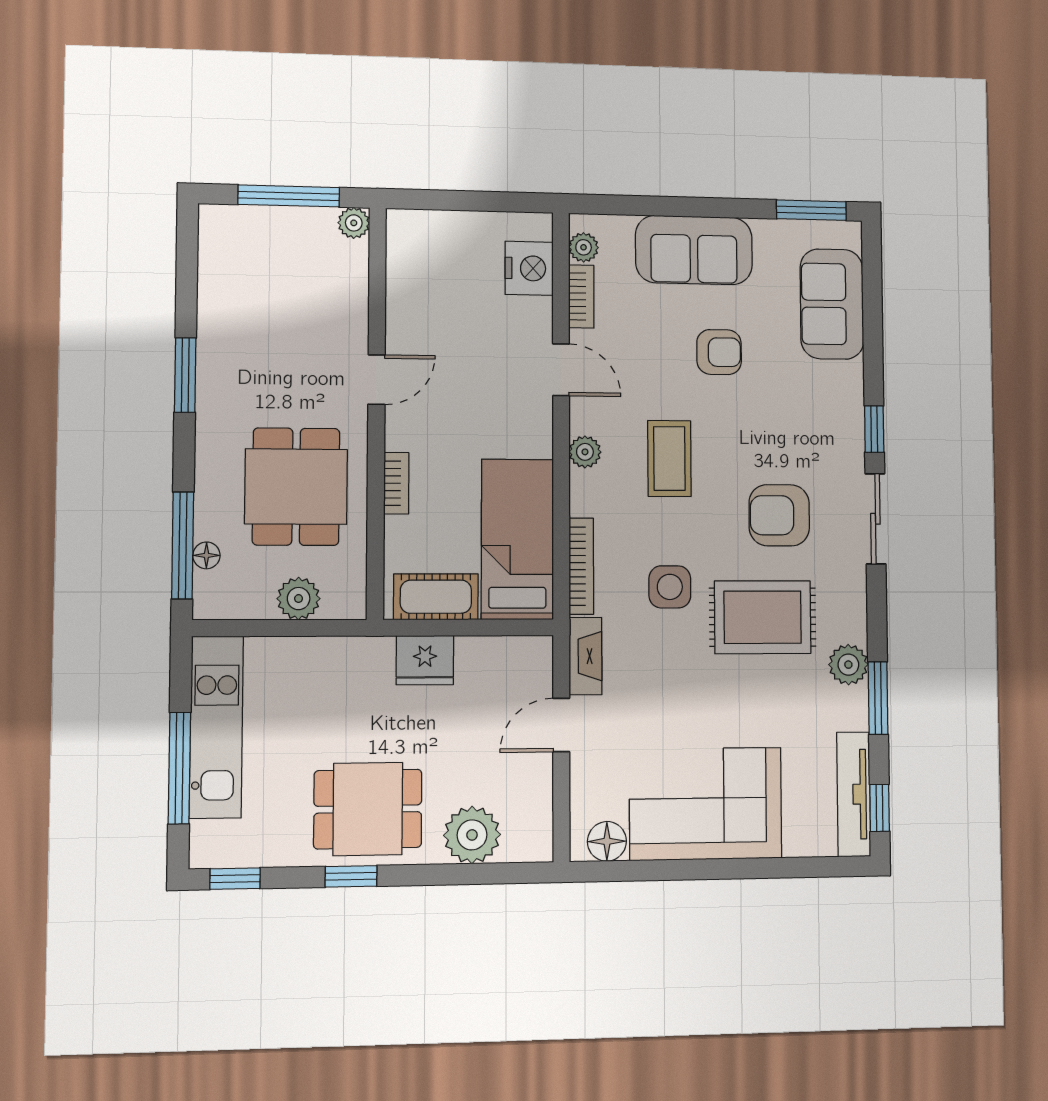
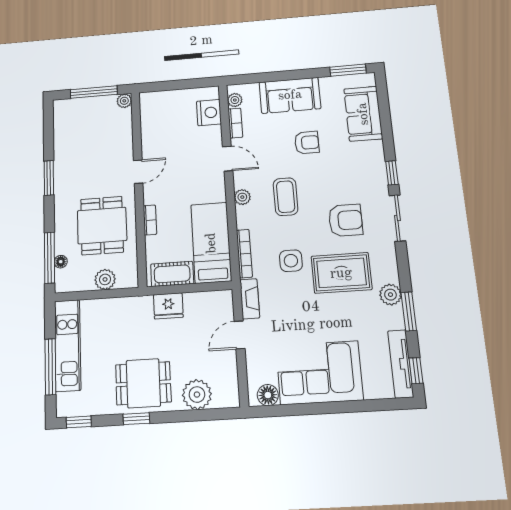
armchair: (779, 515) -> (345, 220), turned 180

